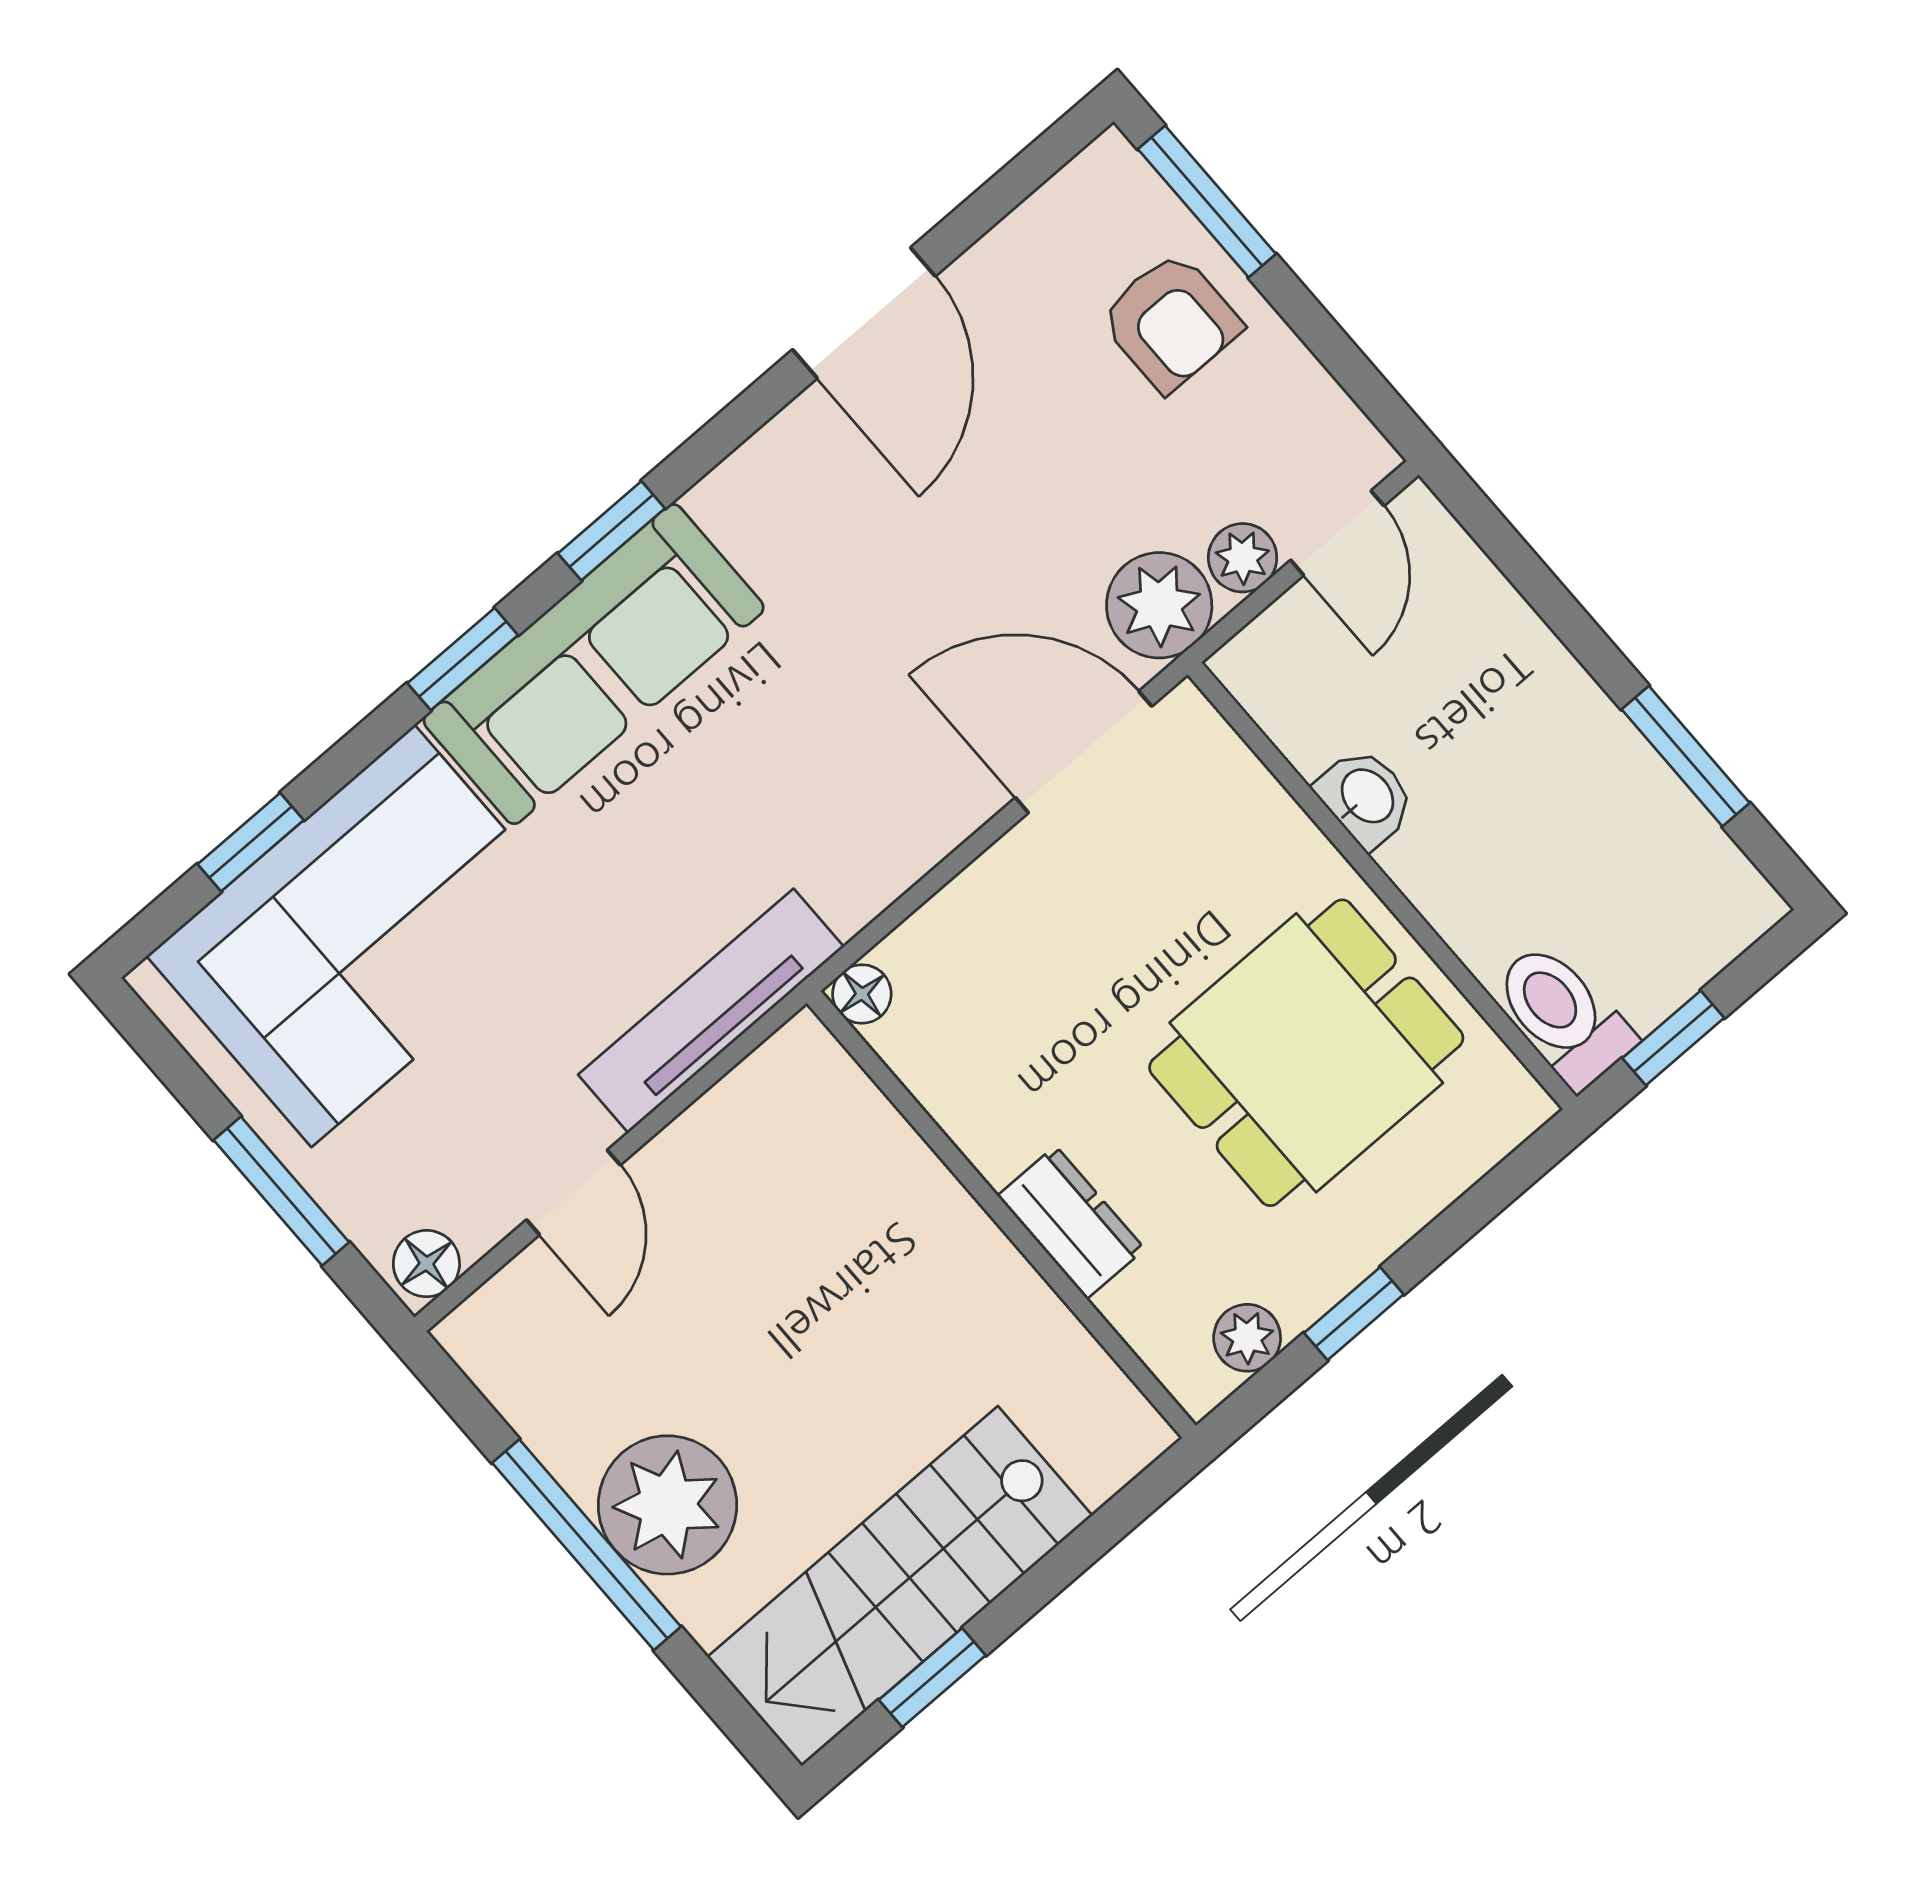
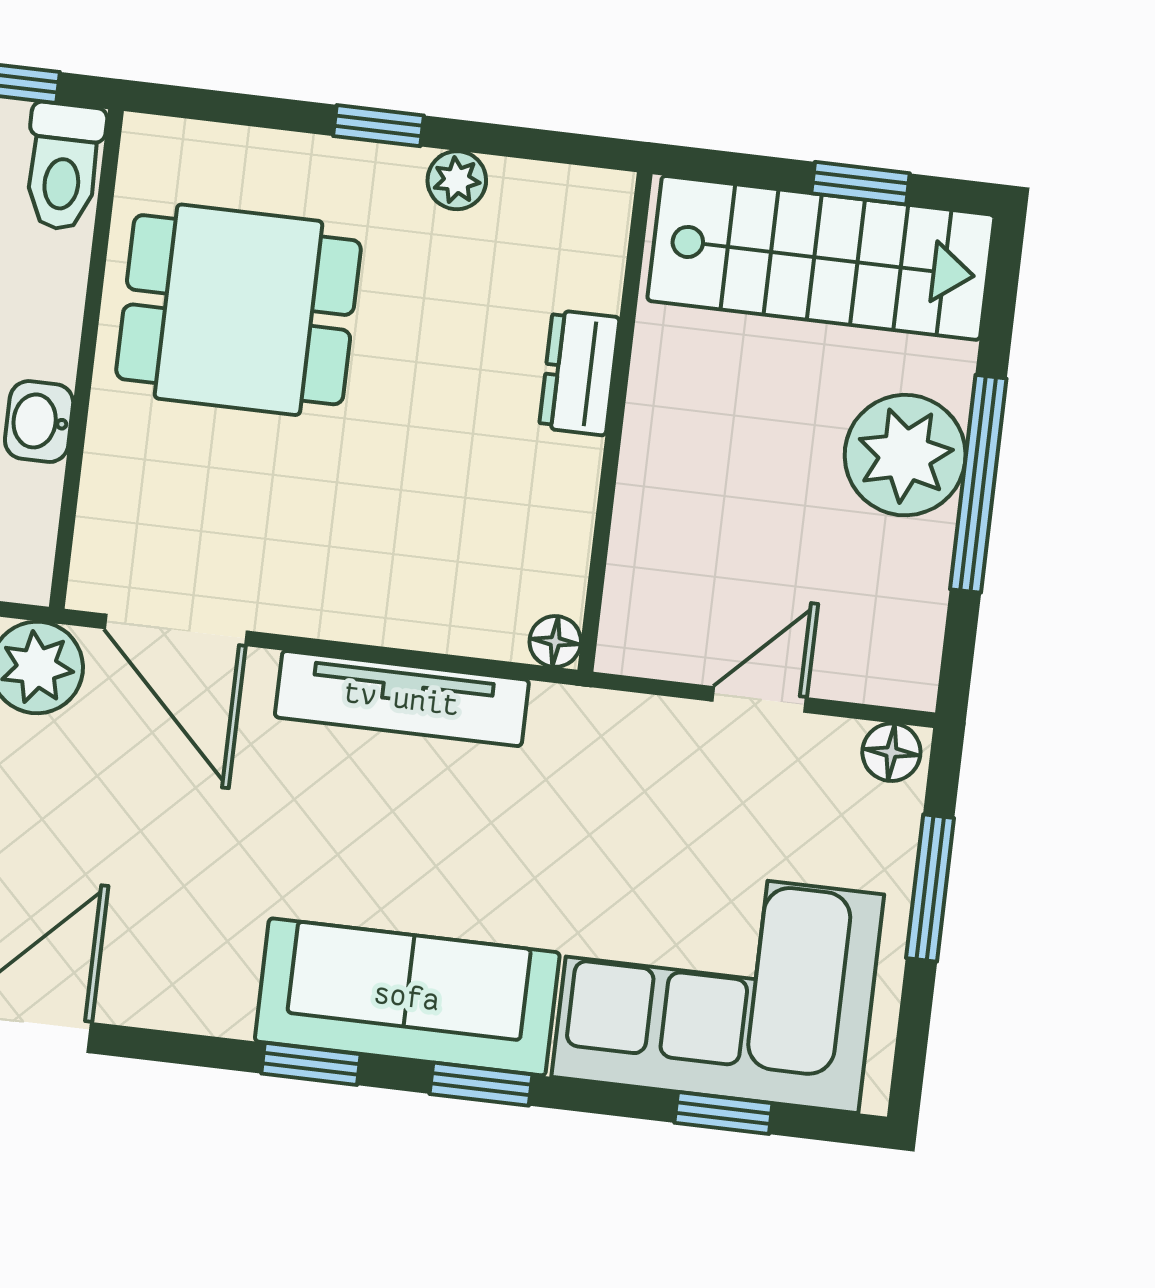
floor lamp: (862, 994) -> (555, 641), moved
tv unit: (711, 1011) -> (402, 699), moved
wall: (1001, 1214) -> (615, 422), moved
dresser: (1071, 1222) -> (579, 373), moved

